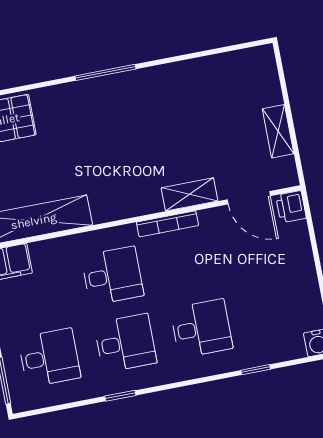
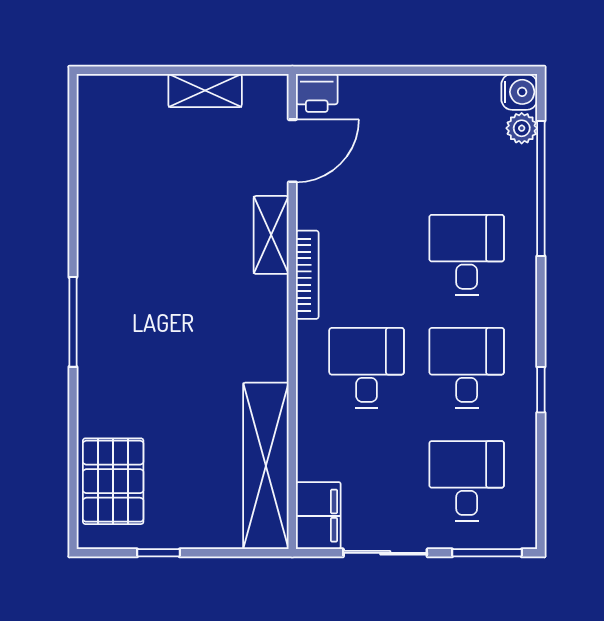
plant: (294, 349) -> (522, 128), added
window: (256, 370) -> (541, 189), width x3.17

